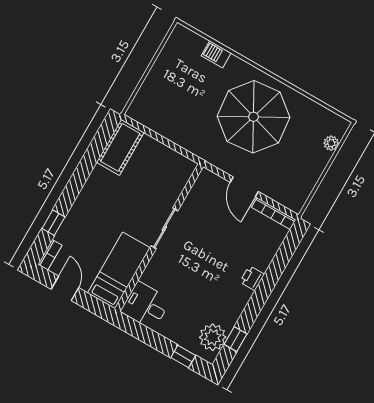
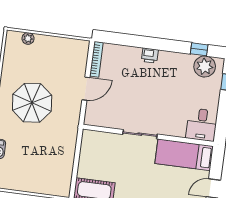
parasol: (254, 117) -> (32, 103), width x0.73, depth x0.73

